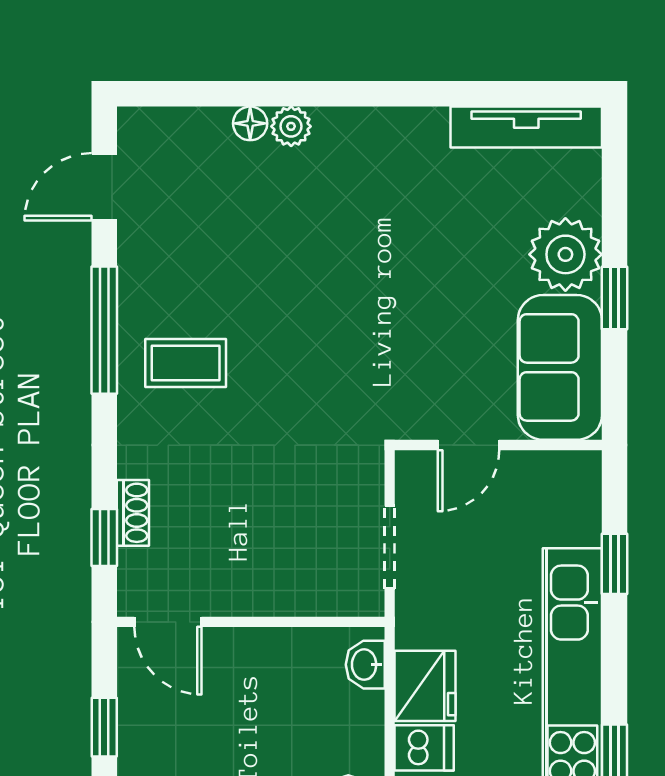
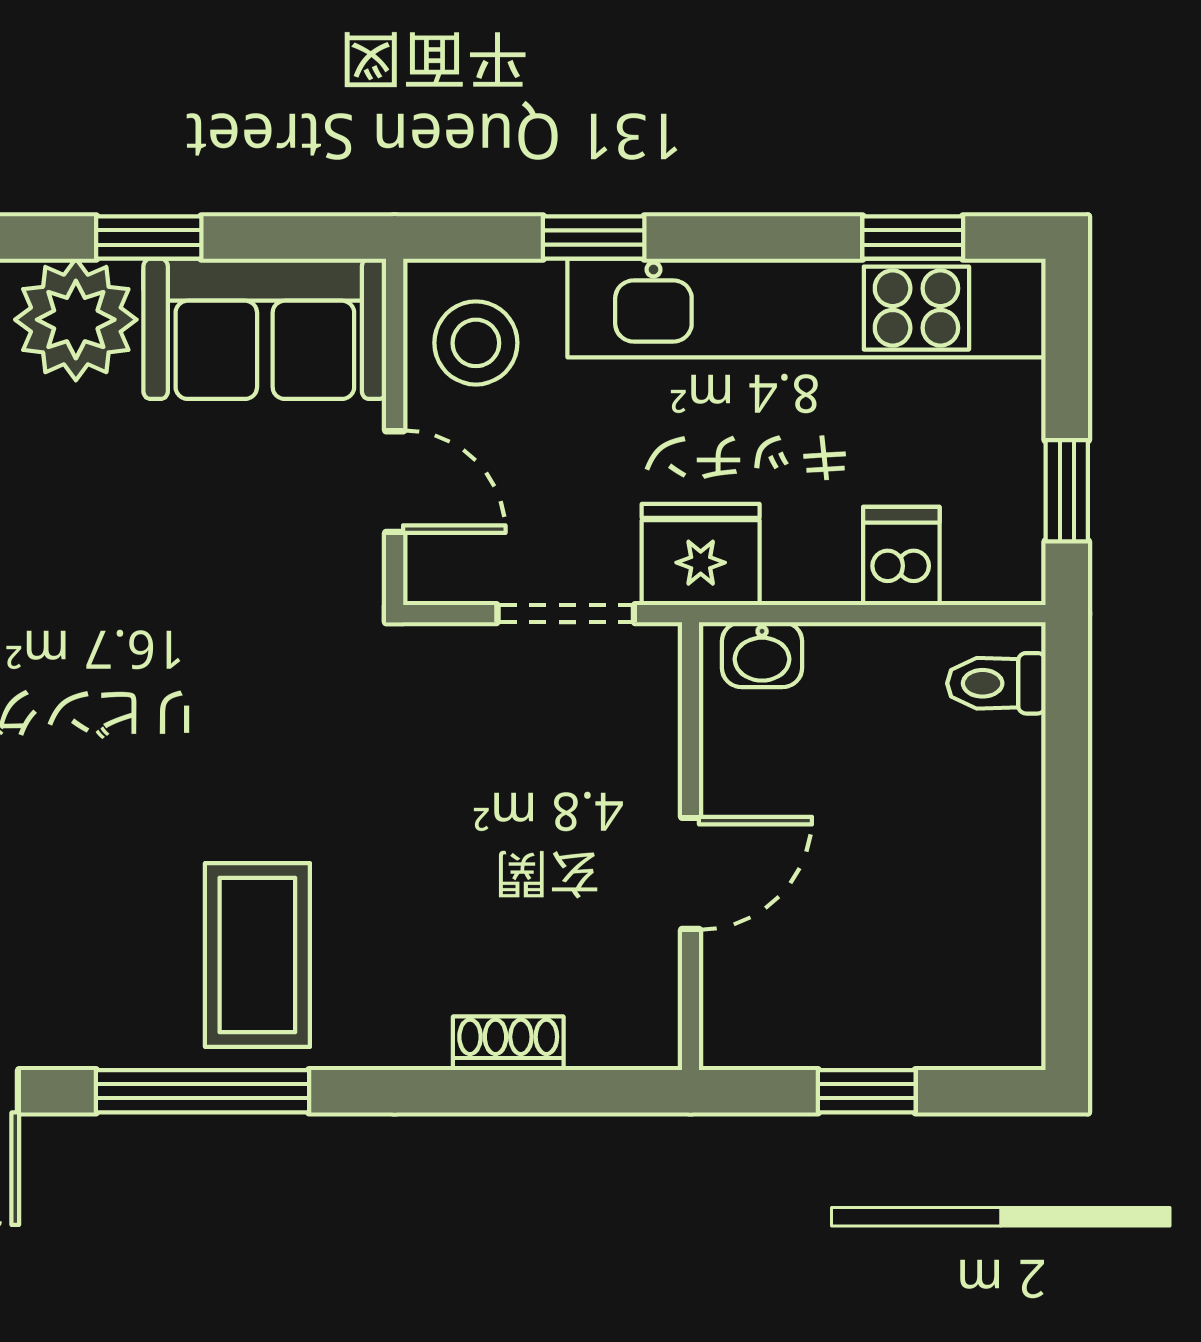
coffee table: (186, 363) -> (257, 955), width x1.36, depth x1.30
stool: (551, 494) -> (476, 343), added
window: (104, 537) -> (549, 1091), removed
door: (168, 622) -> (691, 873), moved
fridge: (425, 686) -> (701, 554), moved

